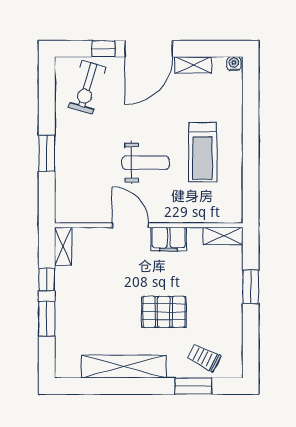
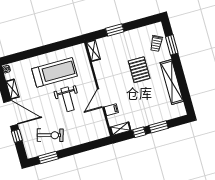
exercise bike: (87, 87) -> (50, 135), moved
treadmill: (203, 152) -> (55, 72), width x1.37, depth x1.38
window: (47, 154) -> (48, 157), moved
weight bench: (146, 163) -> (68, 99), turned 180
filing cabinet: (168, 239) -> (111, 110), moved, width x0.50

